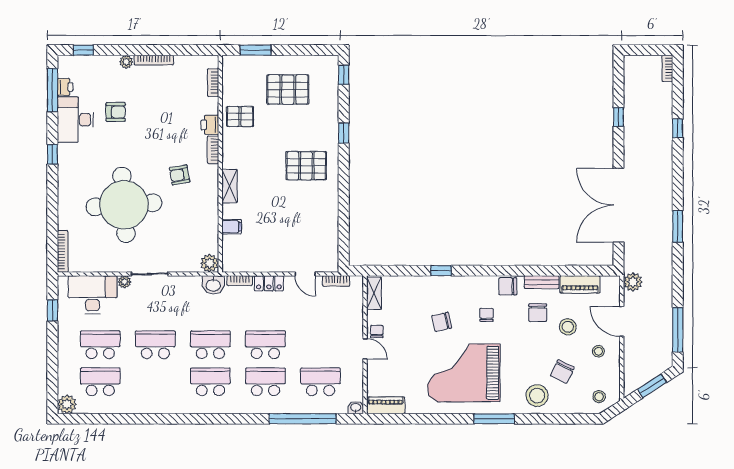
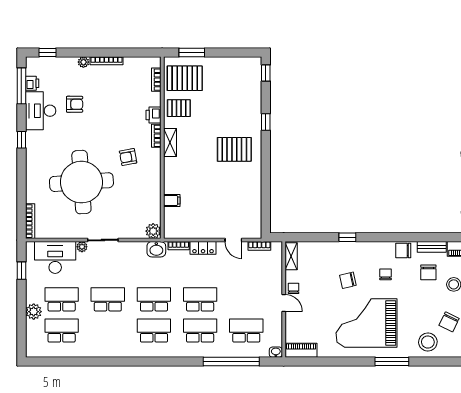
pallet: (288, 90) -> (185, 78), moved
shelving: (229, 186) -> (170, 142), moved
plant: (67, 404) -> (34, 312), moved

